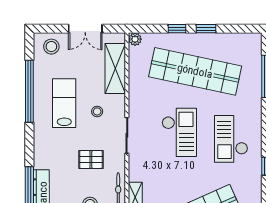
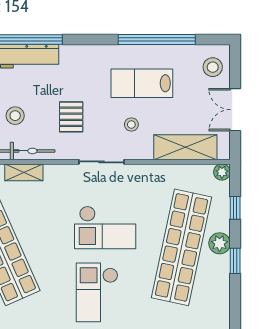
window: (177, 29) -> (235, 208), moved
plant: (192, 41) -> (220, 243), added
lab bench: (64, 103) -> (142, 83), turned 180
checkout: (231, 139) -> (97, 292), turned -90

